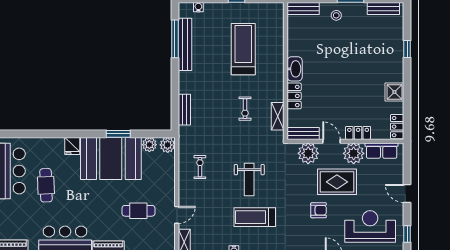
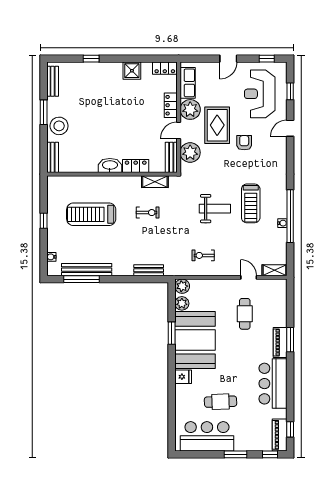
stool: (336, 15) -> (59, 126), width x1.89, depth x1.89

